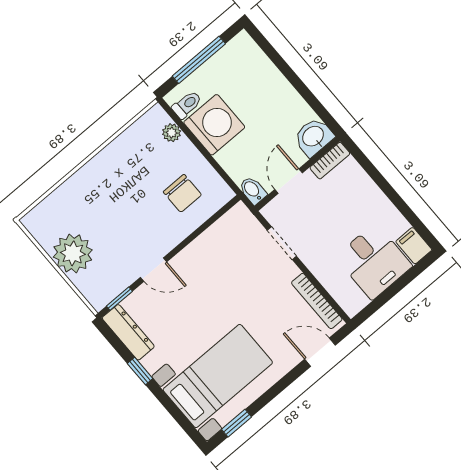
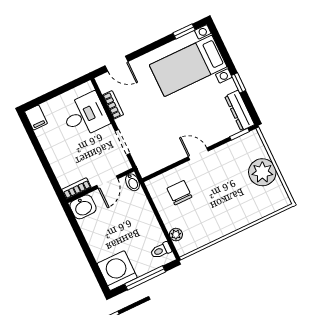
washing machine: (214, 125) -> (117, 271), moved, turned 90
desk: (374, 261) -> (85, 115), moved, turned 90
door: (154, 270) -> (198, 154), moved
bookcase: (317, 301) -> (113, 105), width x0.64

